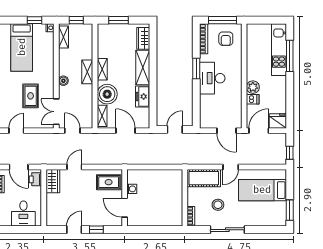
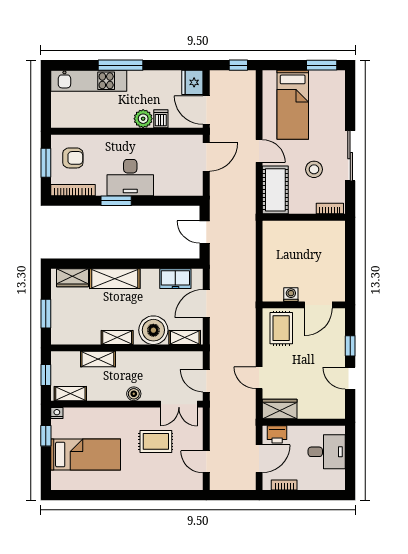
window: (222, 20) -> (46, 163), width x0.69
window: (290, 56) -> (120, 65), moved
shelving: (87, 72) -> (98, 359), moved
freezer: (143, 96) -> (175, 279), moved
door: (72, 131) -> (206, 381), hinge flipped

